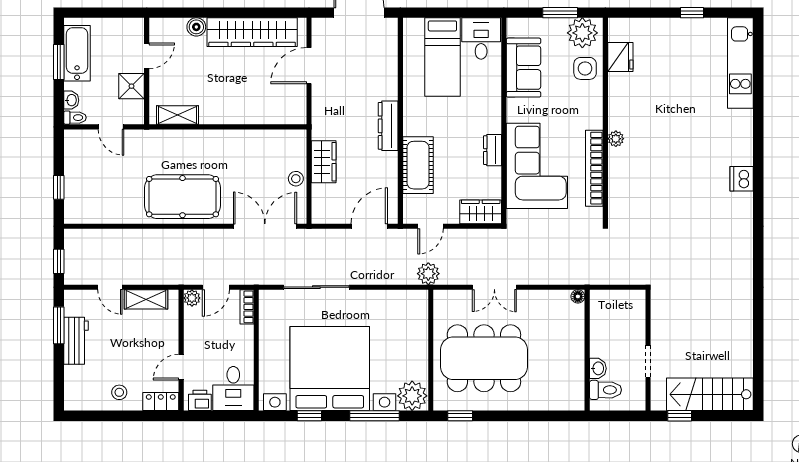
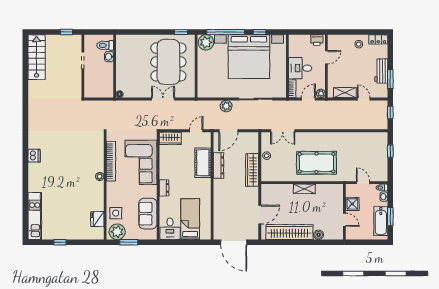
door: (147, 56) -> (344, 220), swing flipped
shelving: (177, 115) -> (304, 189), moved
dresser: (388, 126) -> (218, 165), moved
dresser: (493, 150) -> (164, 188), moved
wardrobe: (324, 162) -> (252, 170), width x1.50
pool table: (182, 197) -> (316, 163), moved
double door: (265, 226) -> (283, 131), width x0.73
plant: (428, 274) -> (226, 106), moved
dining table: (484, 358) -> (168, 62), turned 90
desk: (233, 388) -> (300, 68), moved, turned -90
stairs: (710, 394) -> (37, 57), moved, turned -90
locker: (161, 402) -> (378, 39), moved
window: (374, 416) -> (226, 32), width x1.46

